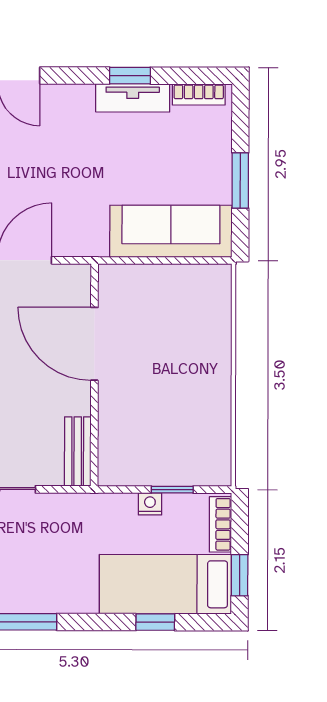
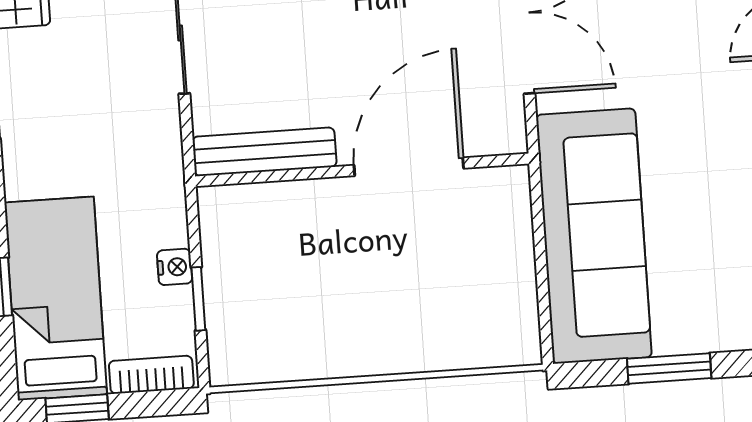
sofa: (171, 231) -> (594, 236), width x1.36, depth x1.27
bench: (78, 452) -> (264, 152), width x1.36

